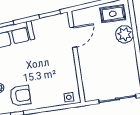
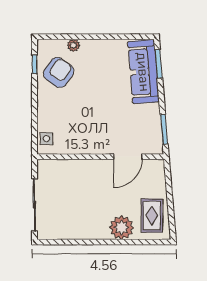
door: (73, 37) -> (128, 157), hinge flipped
armchair: (20, 96) -> (59, 72), turned -144

